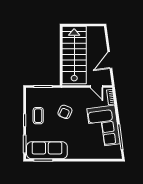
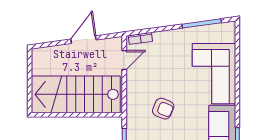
door: (110, 60) -> (84, 40), swing flipped
corner sofa: (103, 126) -> (214, 74), moved, turned 98

